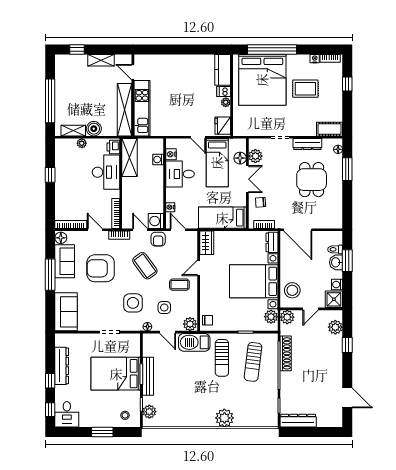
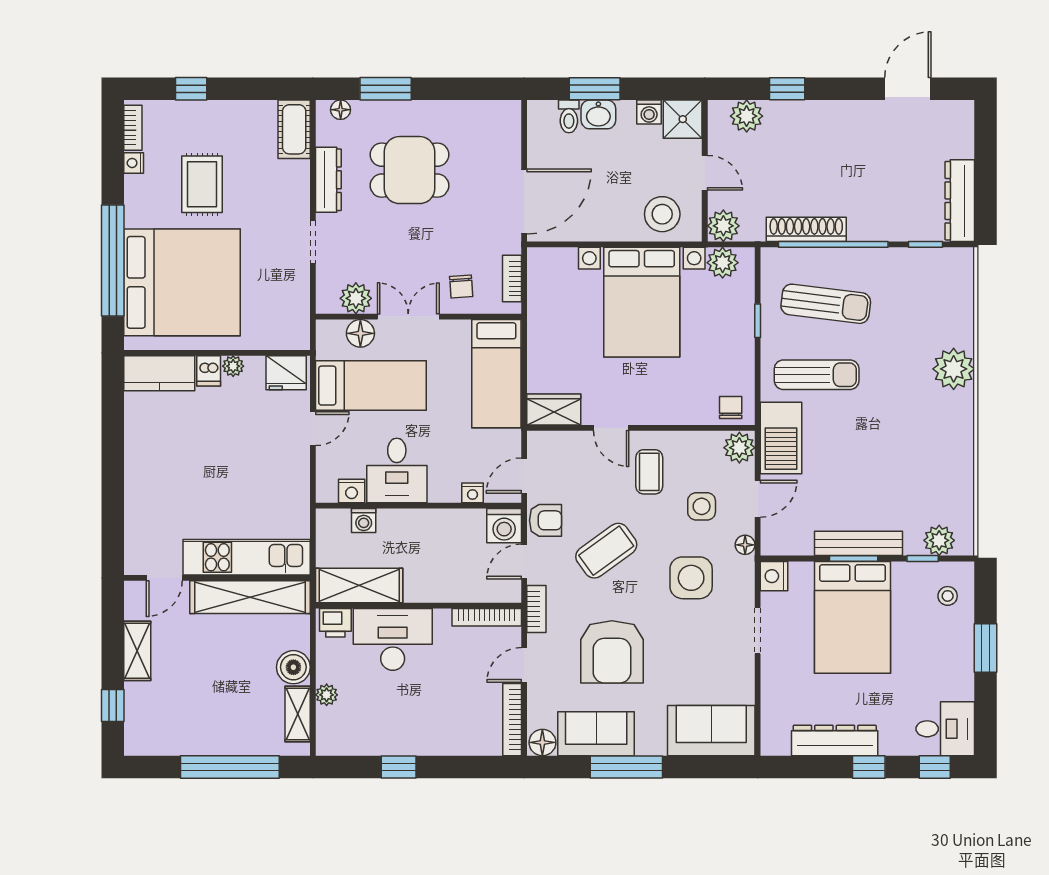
dresser: (272, 242) -> (553, 260), removed
nightstand: (134, 339) -> (774, 576), added

